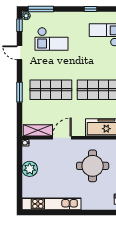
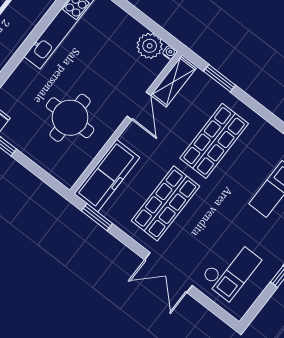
window: (19, 92) -> (220, 78), moved
plant: (30, 169) -> (150, 46), moved

